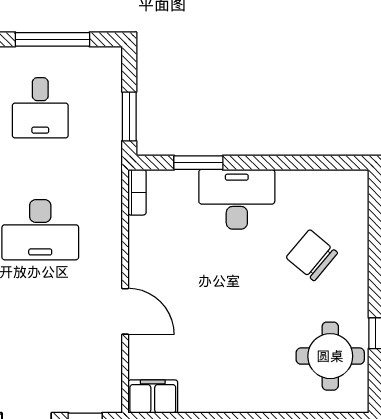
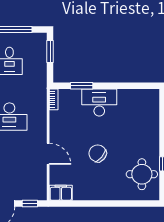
window: (129, 116) -> (50, 51), moved
chair: (312, 255) -> (98, 153), moved

